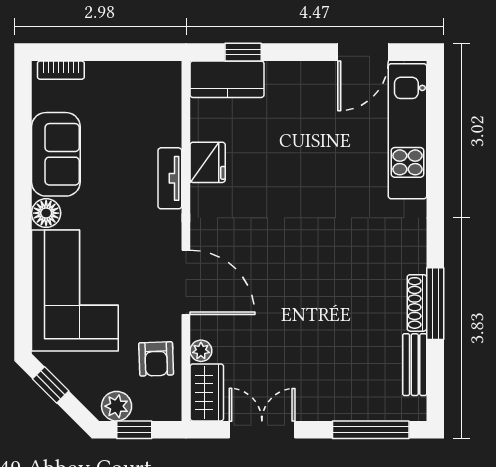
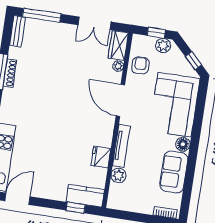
plant: (167, 130) -> (118, 175), added
tv unit: (170, 178) -> (121, 146), width x1.41
bench: (415, 365) -> (17, 31), moved

